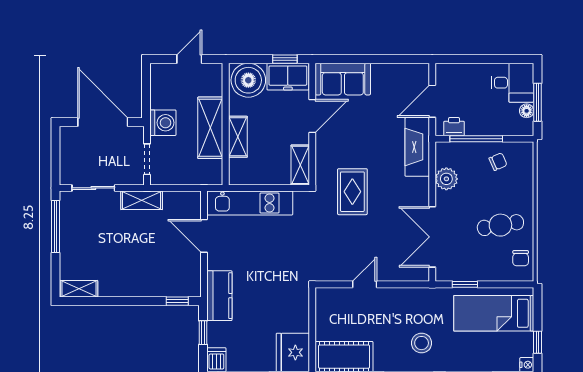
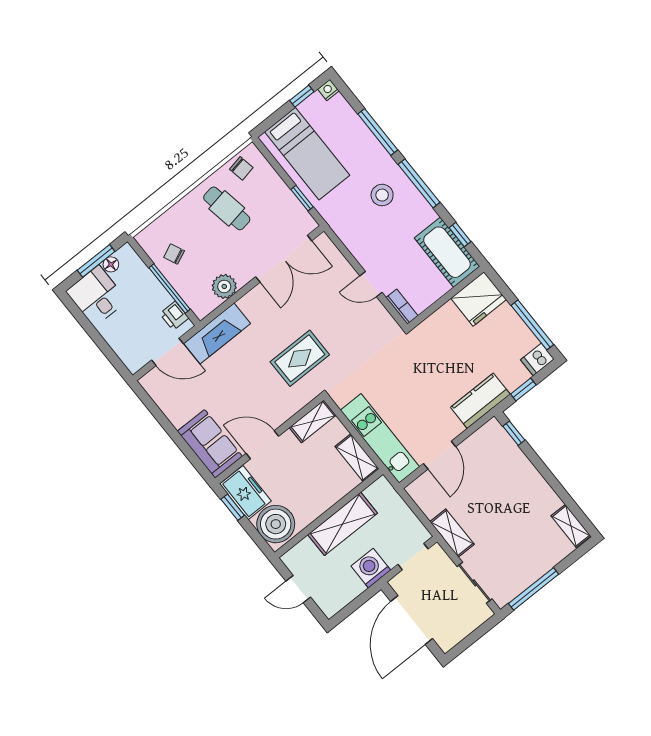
shelving: (238, 137) -> (357, 458), moved, turned 90
chair: (521, 258) -> (241, 168), turned 79
bookcase: (331, 294) -> (402, 307), added

